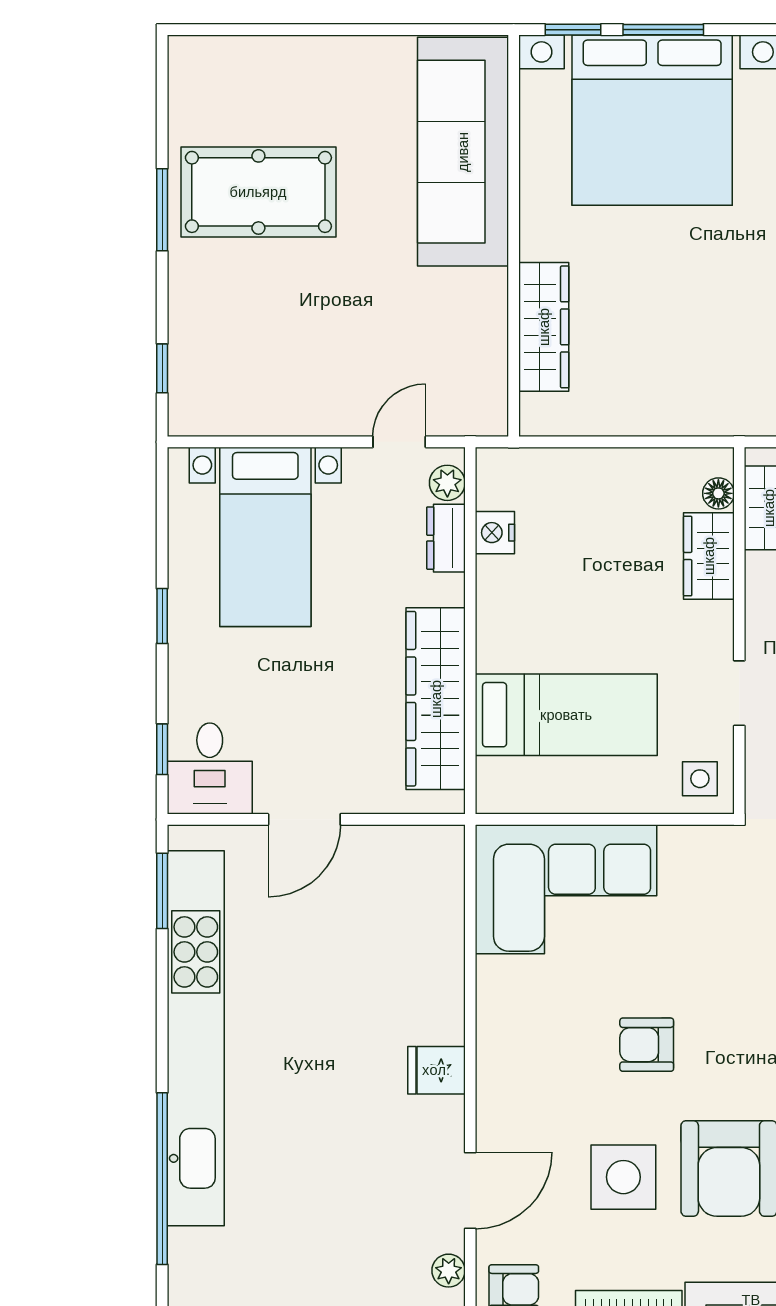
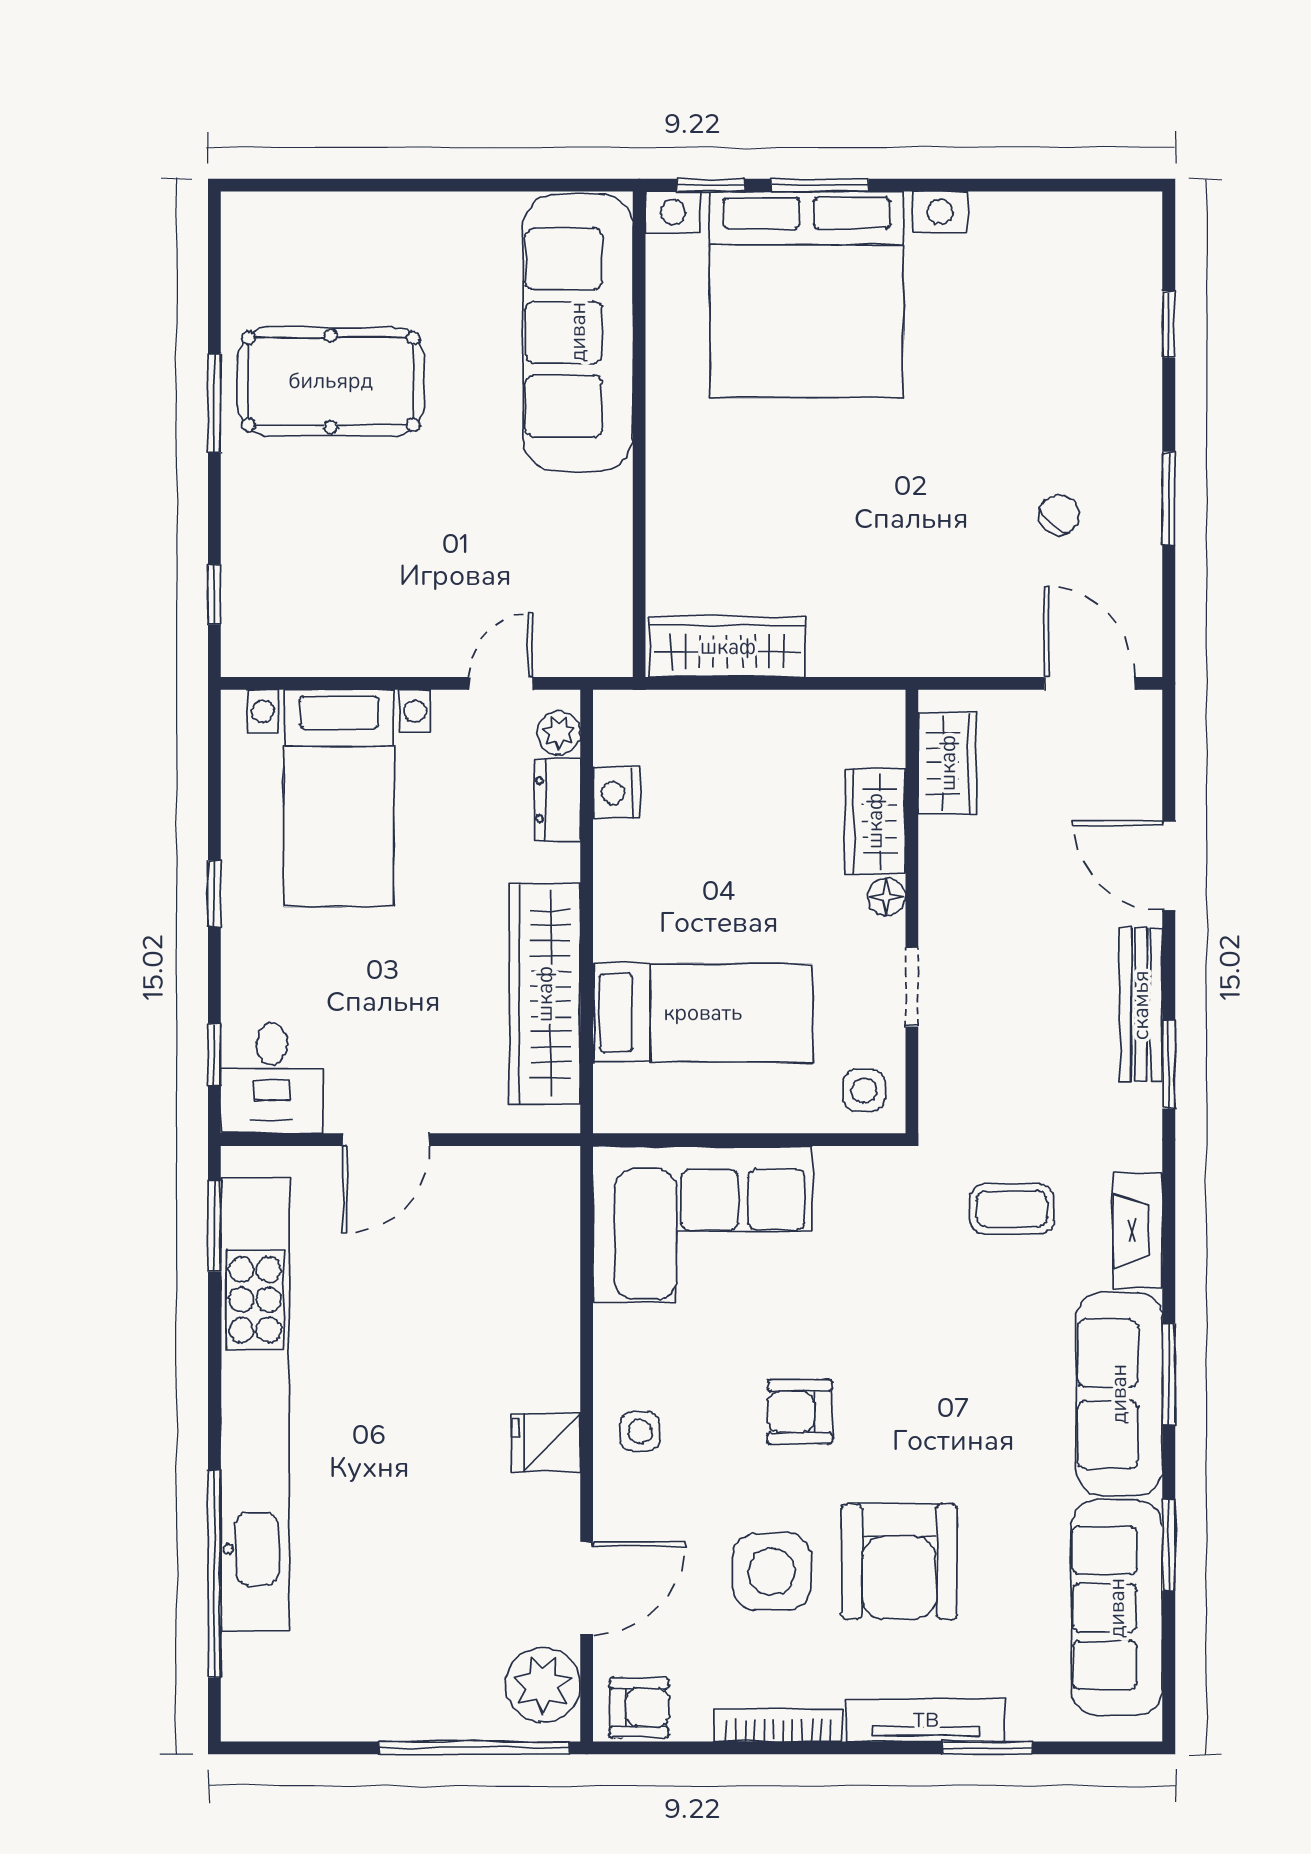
wardrobe: (544, 327) -> (728, 647), moved, turned -90
floor lamp: (718, 493) -> (887, 897), moved
side table: (514, 1061) -> (640, 1432), added
plant: (449, 1271) -> (543, 1685), width x1.88, depth x1.88

